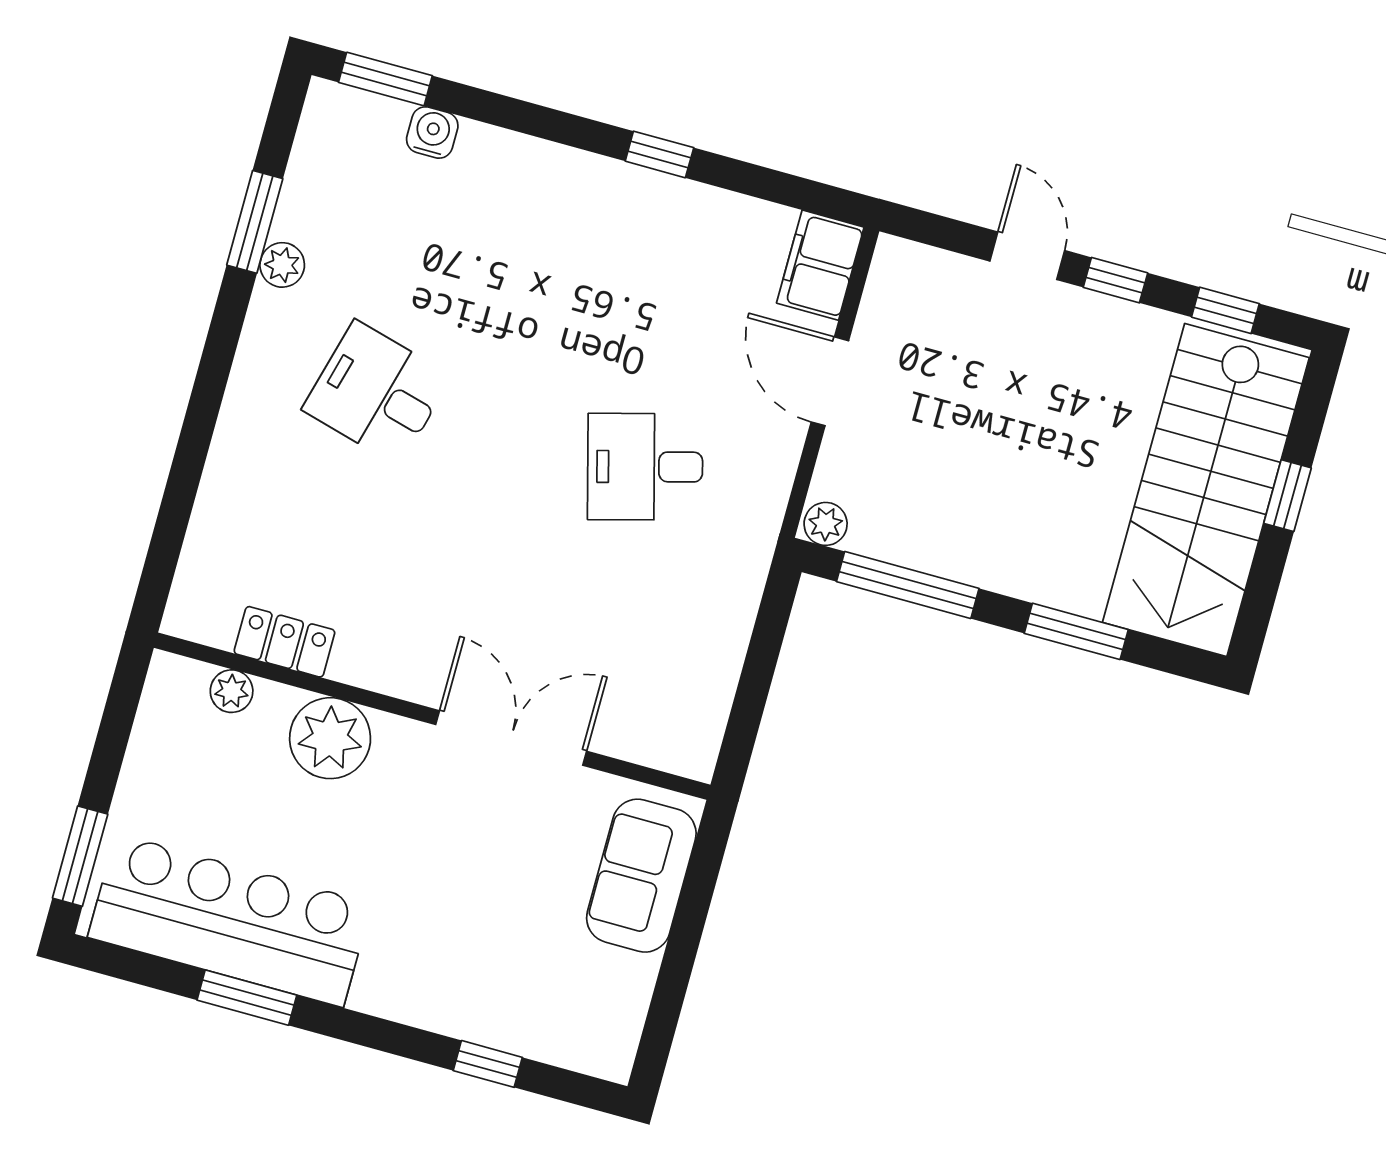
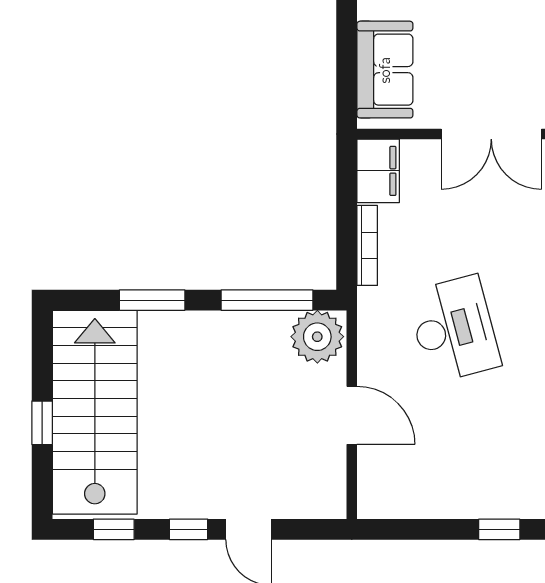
filing cabinet: (820, 265) -> (378, 171), moved
desk: (645, 467) -> (454, 329), width x1.37
plant: (826, 524) -> (317, 337), width x1.87, depth x1.87
bookcase: (738, 625) -> (367, 245), added

